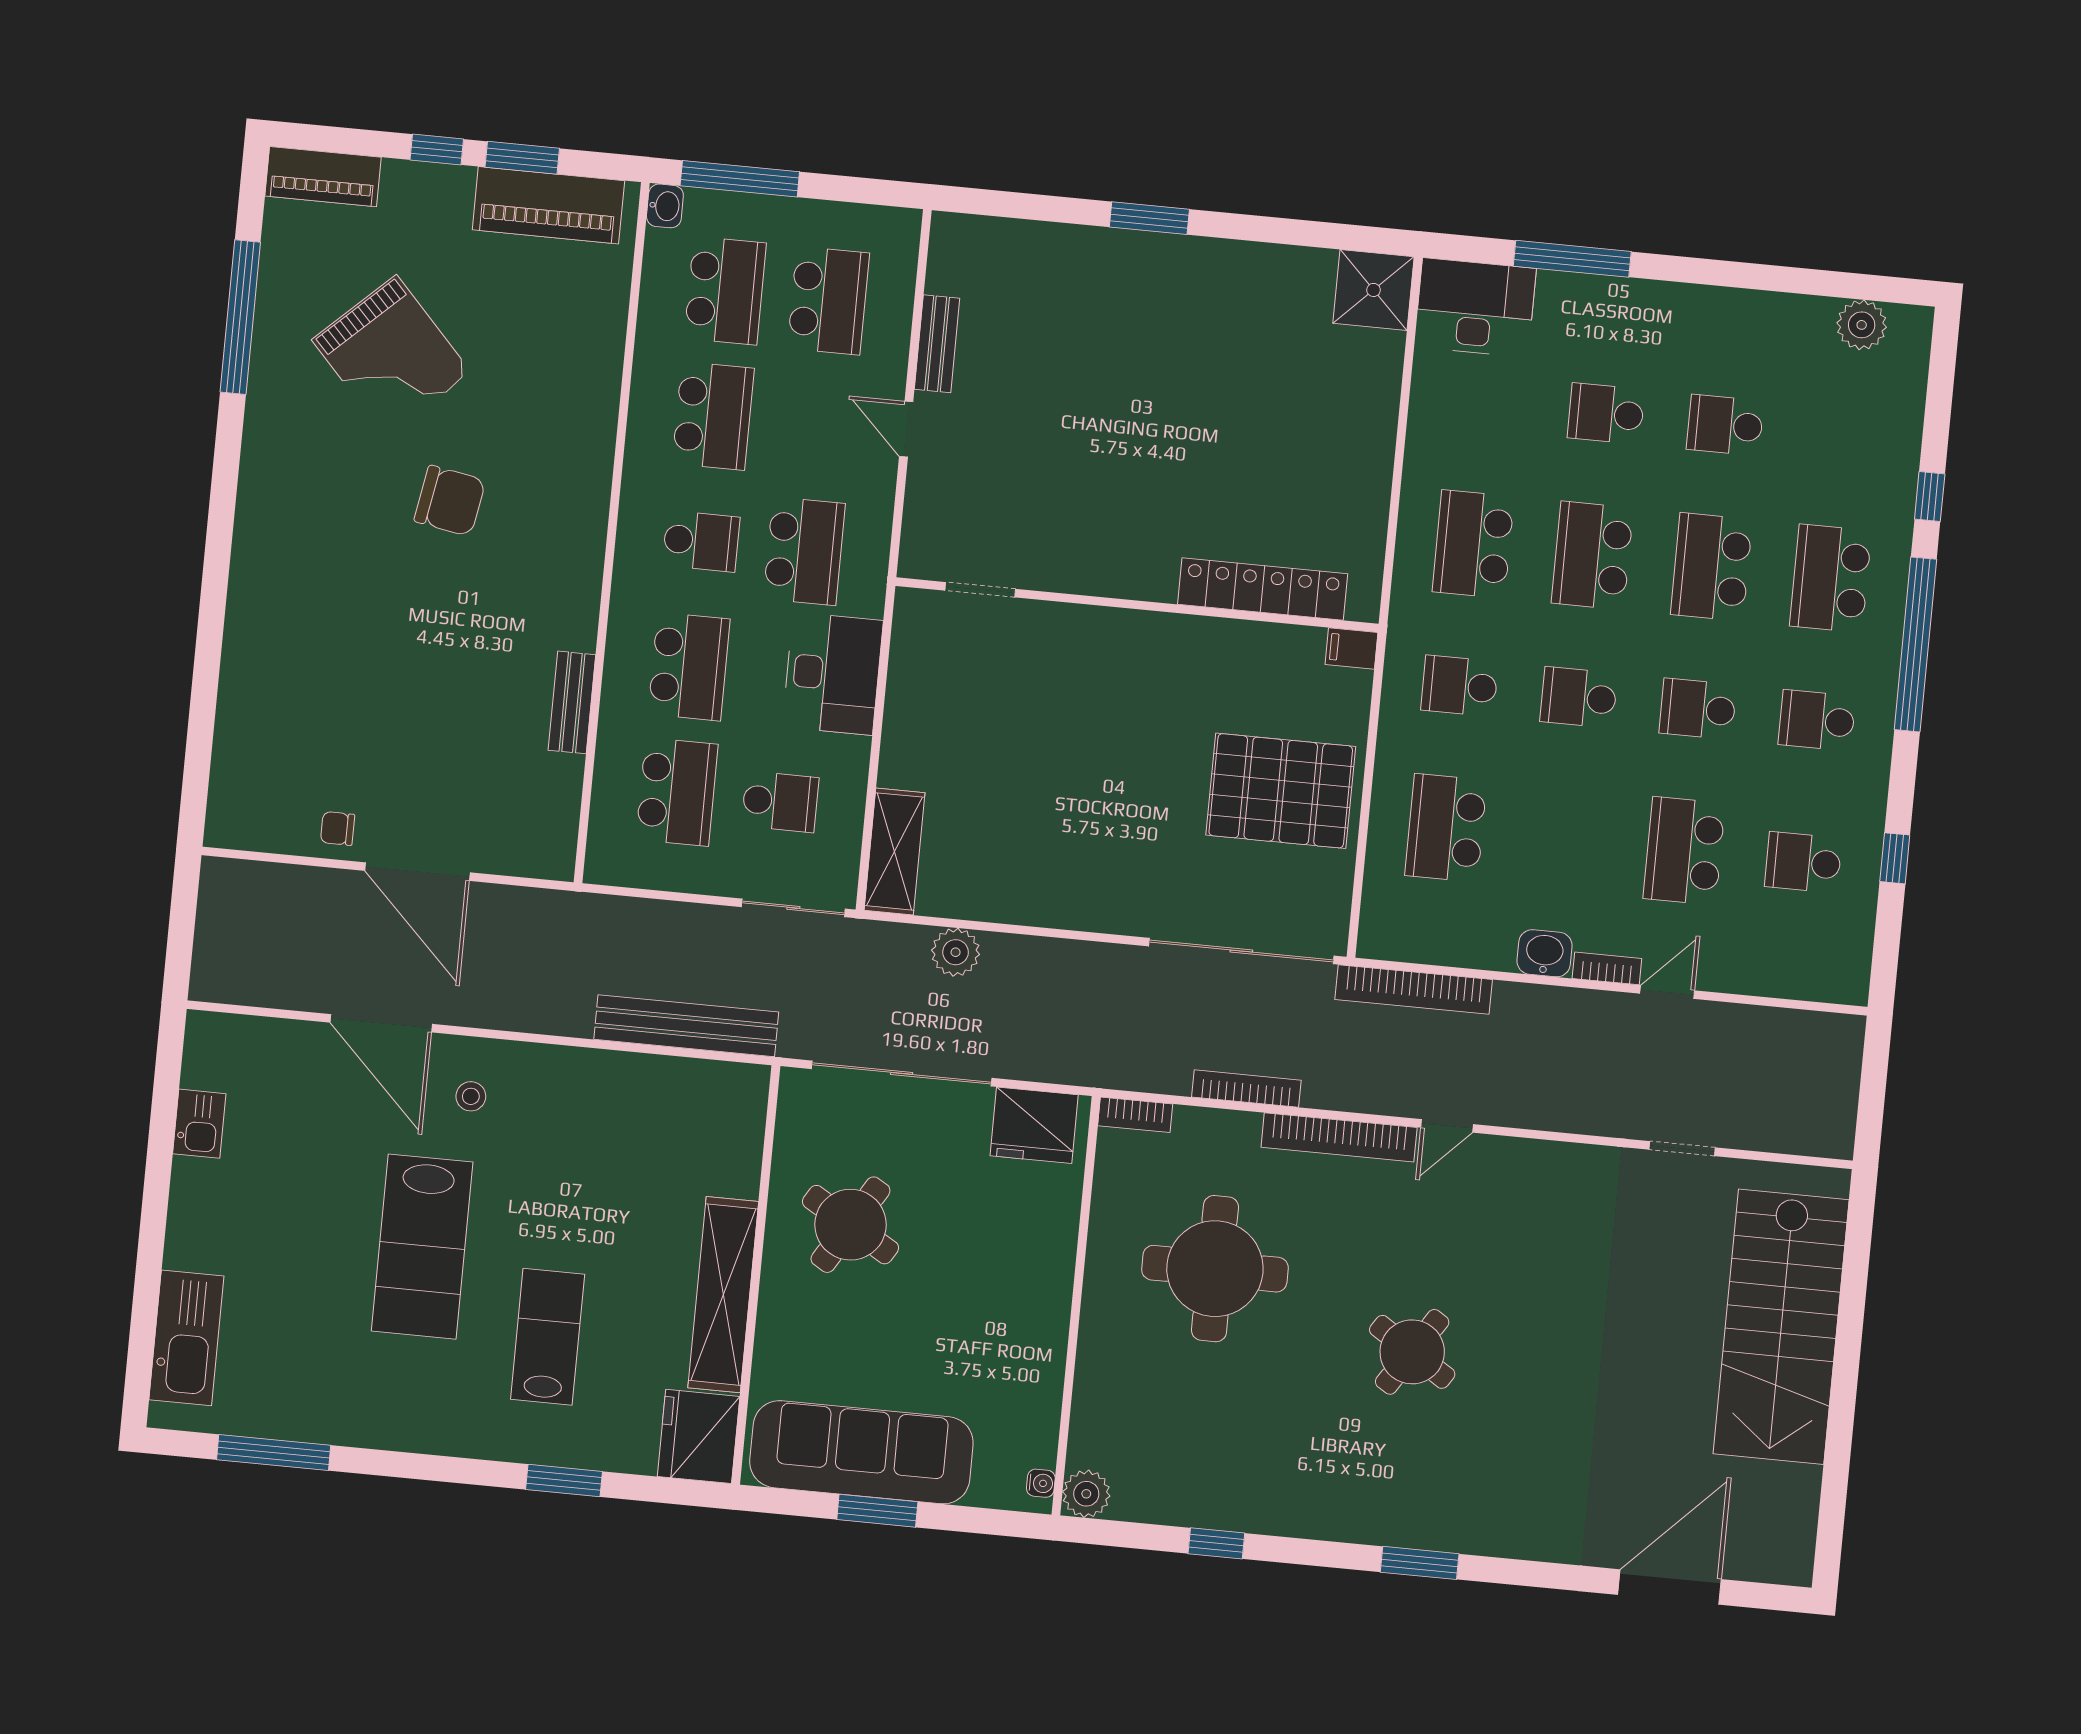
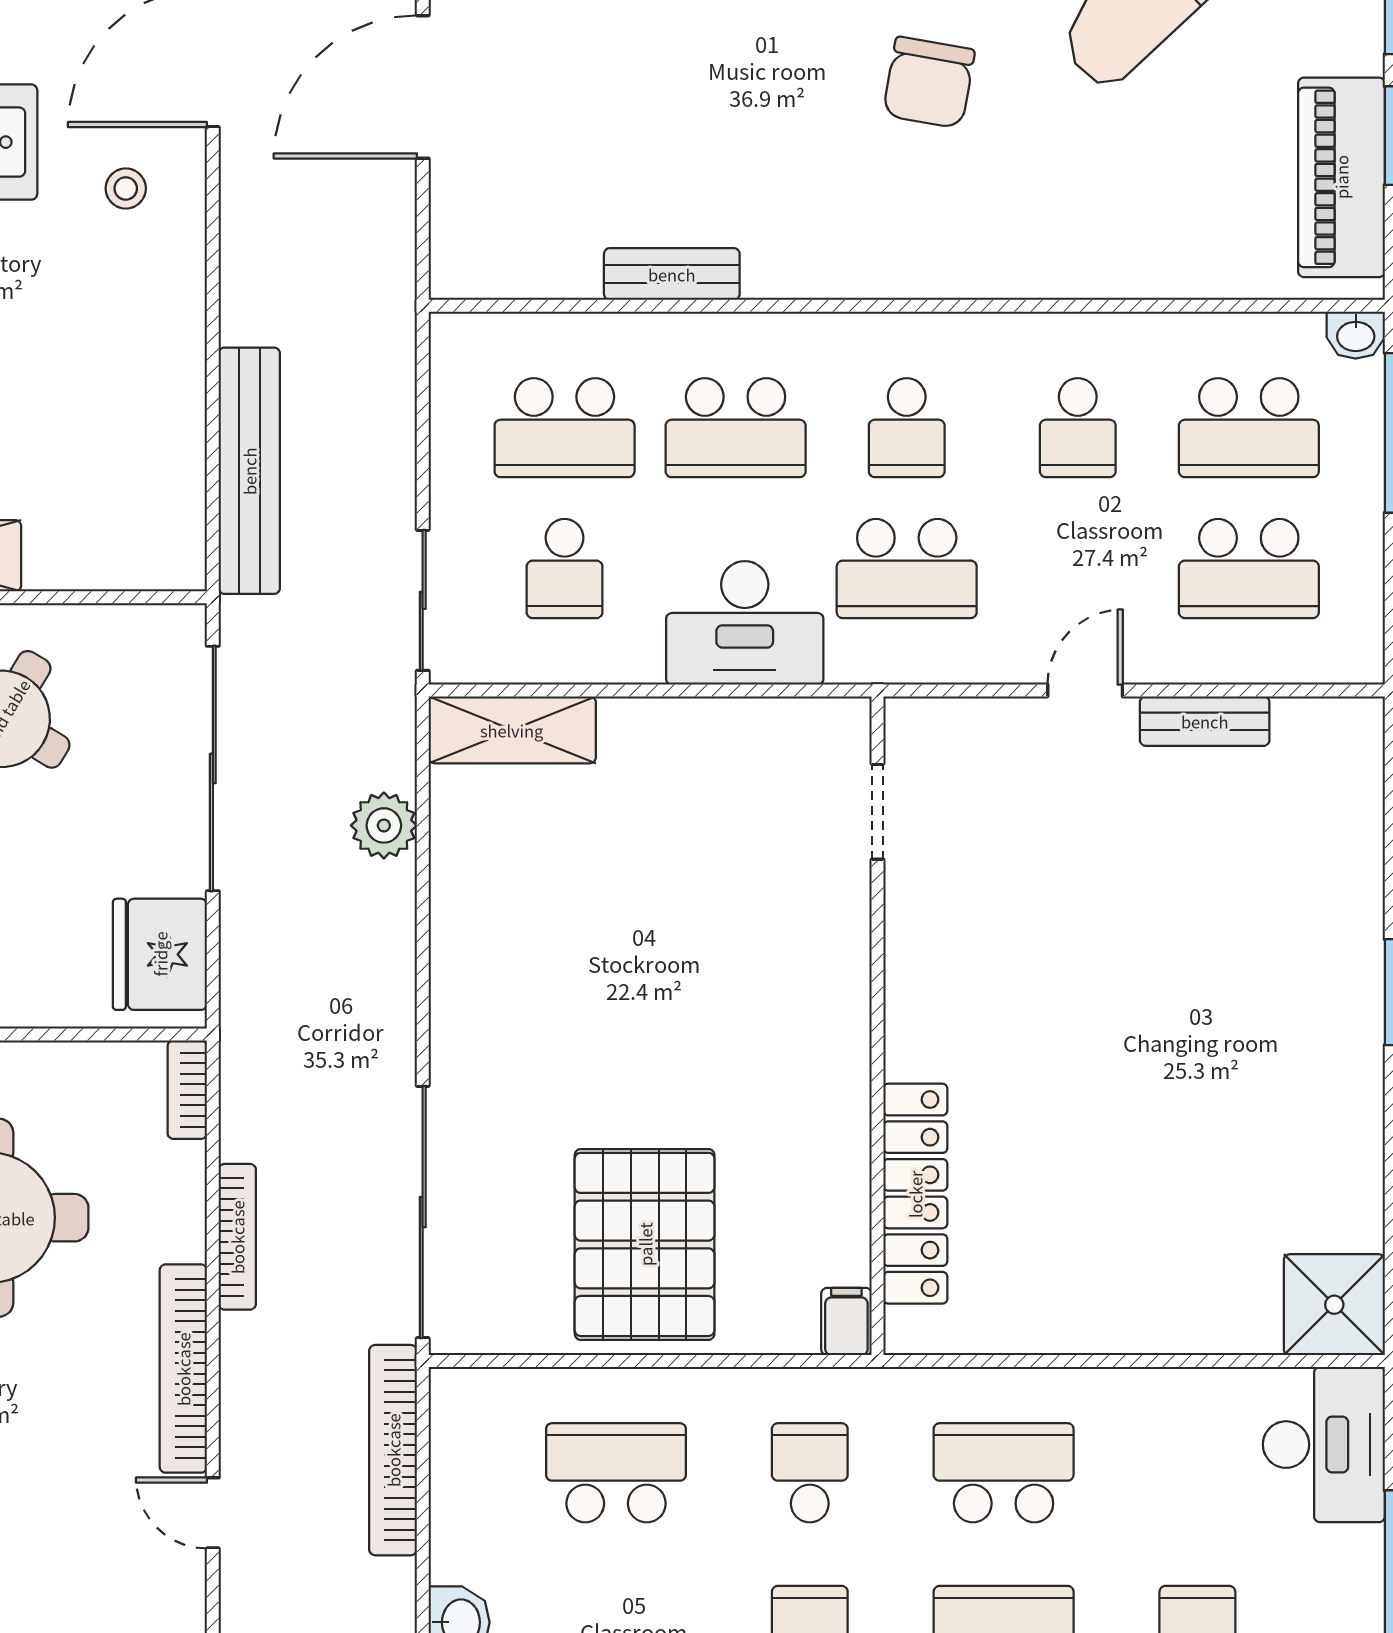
school desk: (713, 416) -> (1078, 428), width x0.54

